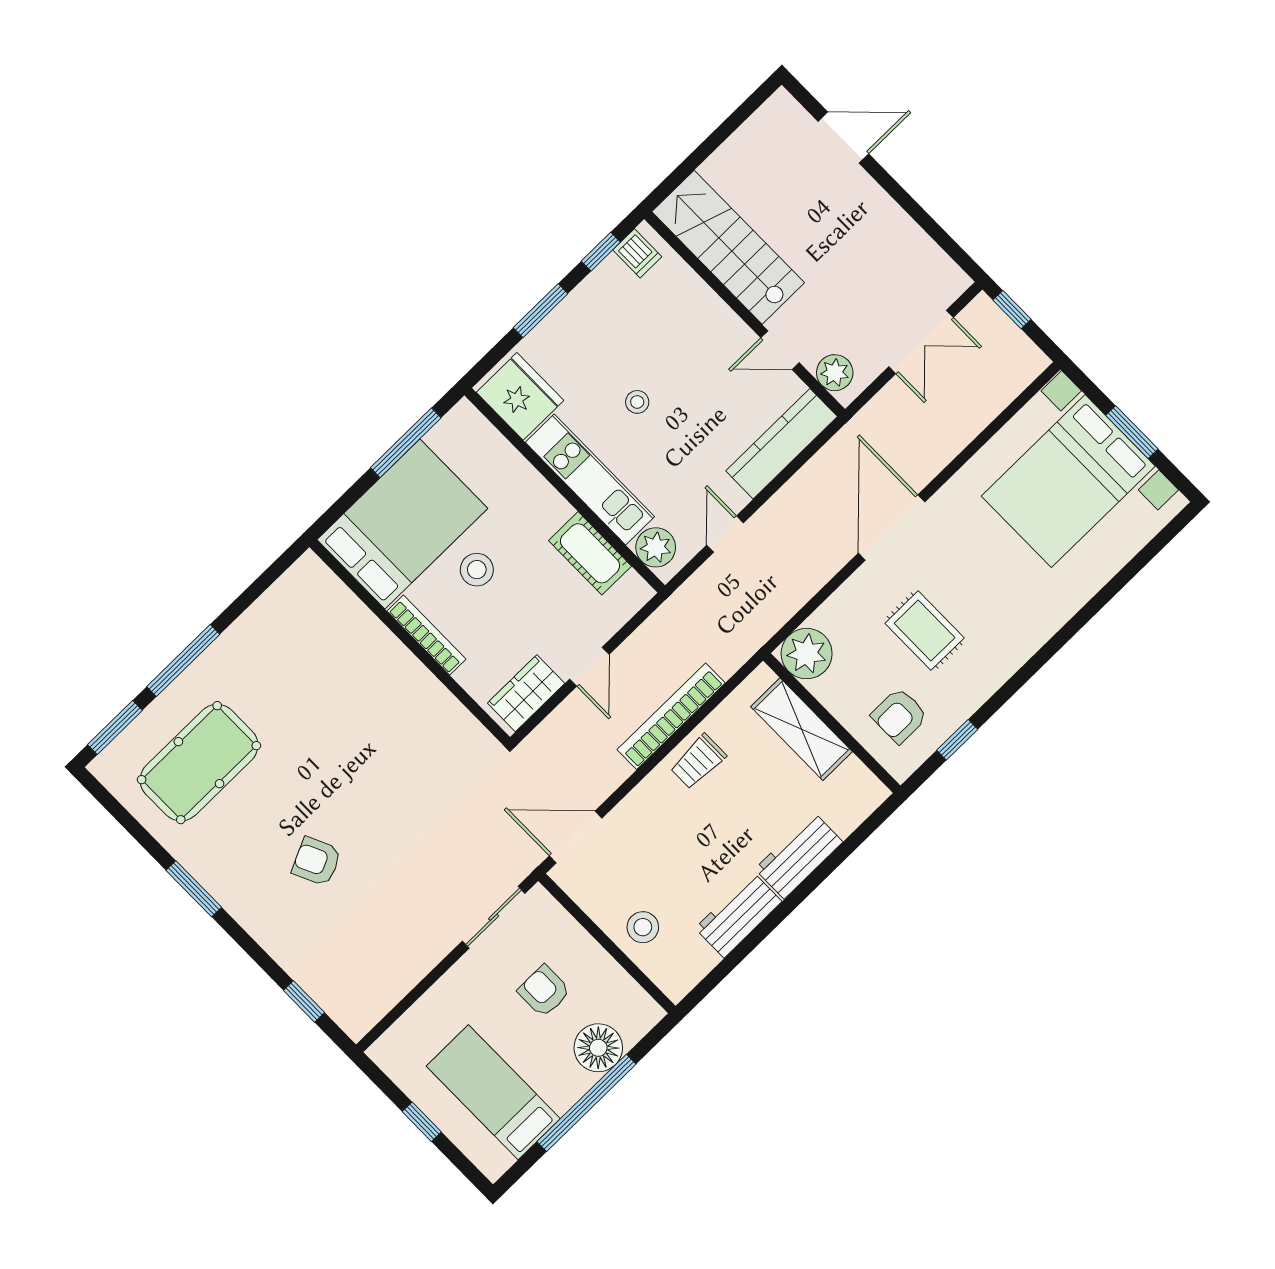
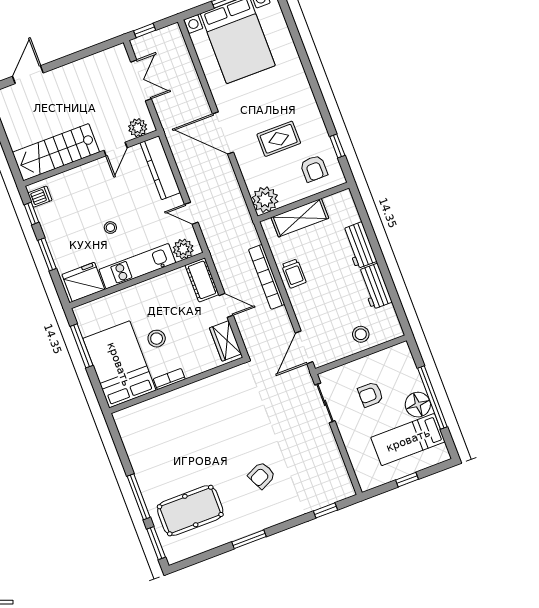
cot: (590, 553) -> (202, 280), moved, turned 90
bookcase: (426, 635) -> (169, 379), width x0.64
pool table: (199, 763) -> (190, 511), turned 90
floor lamp: (598, 1048) -> (418, 405), moved

